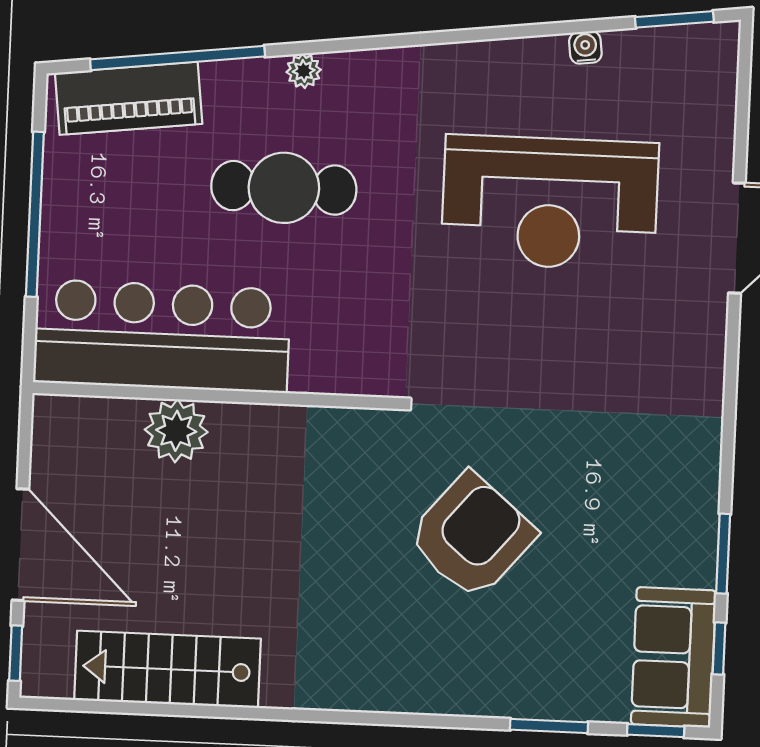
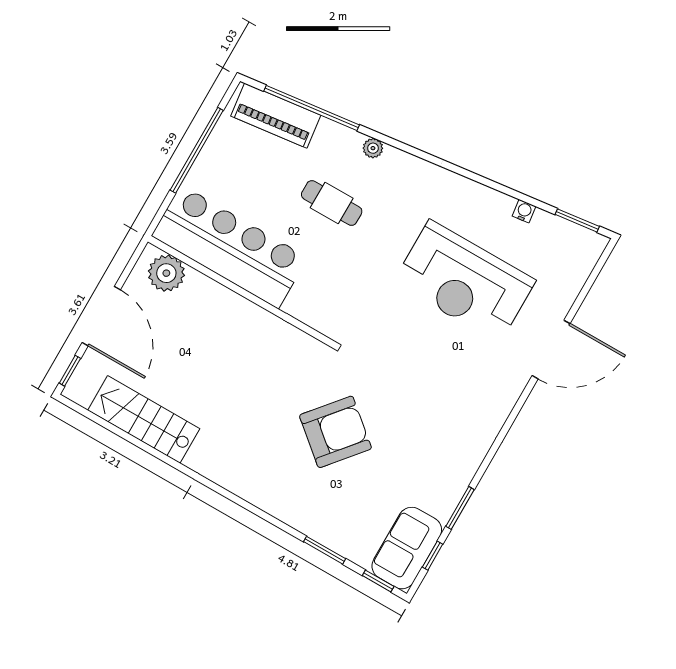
cafe table: (284, 188) -> (332, 203), width x0.73, depth x0.74
plant: (176, 431) -> (166, 273), moved

